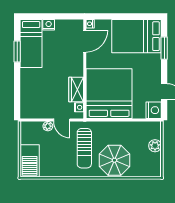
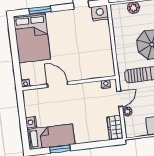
door: (85, 41) -> (57, 84), moved
wardrobe: (76, 89) -> (115, 128), moved, turned 90
bed: (109, 94) -> (89, 57), removed

